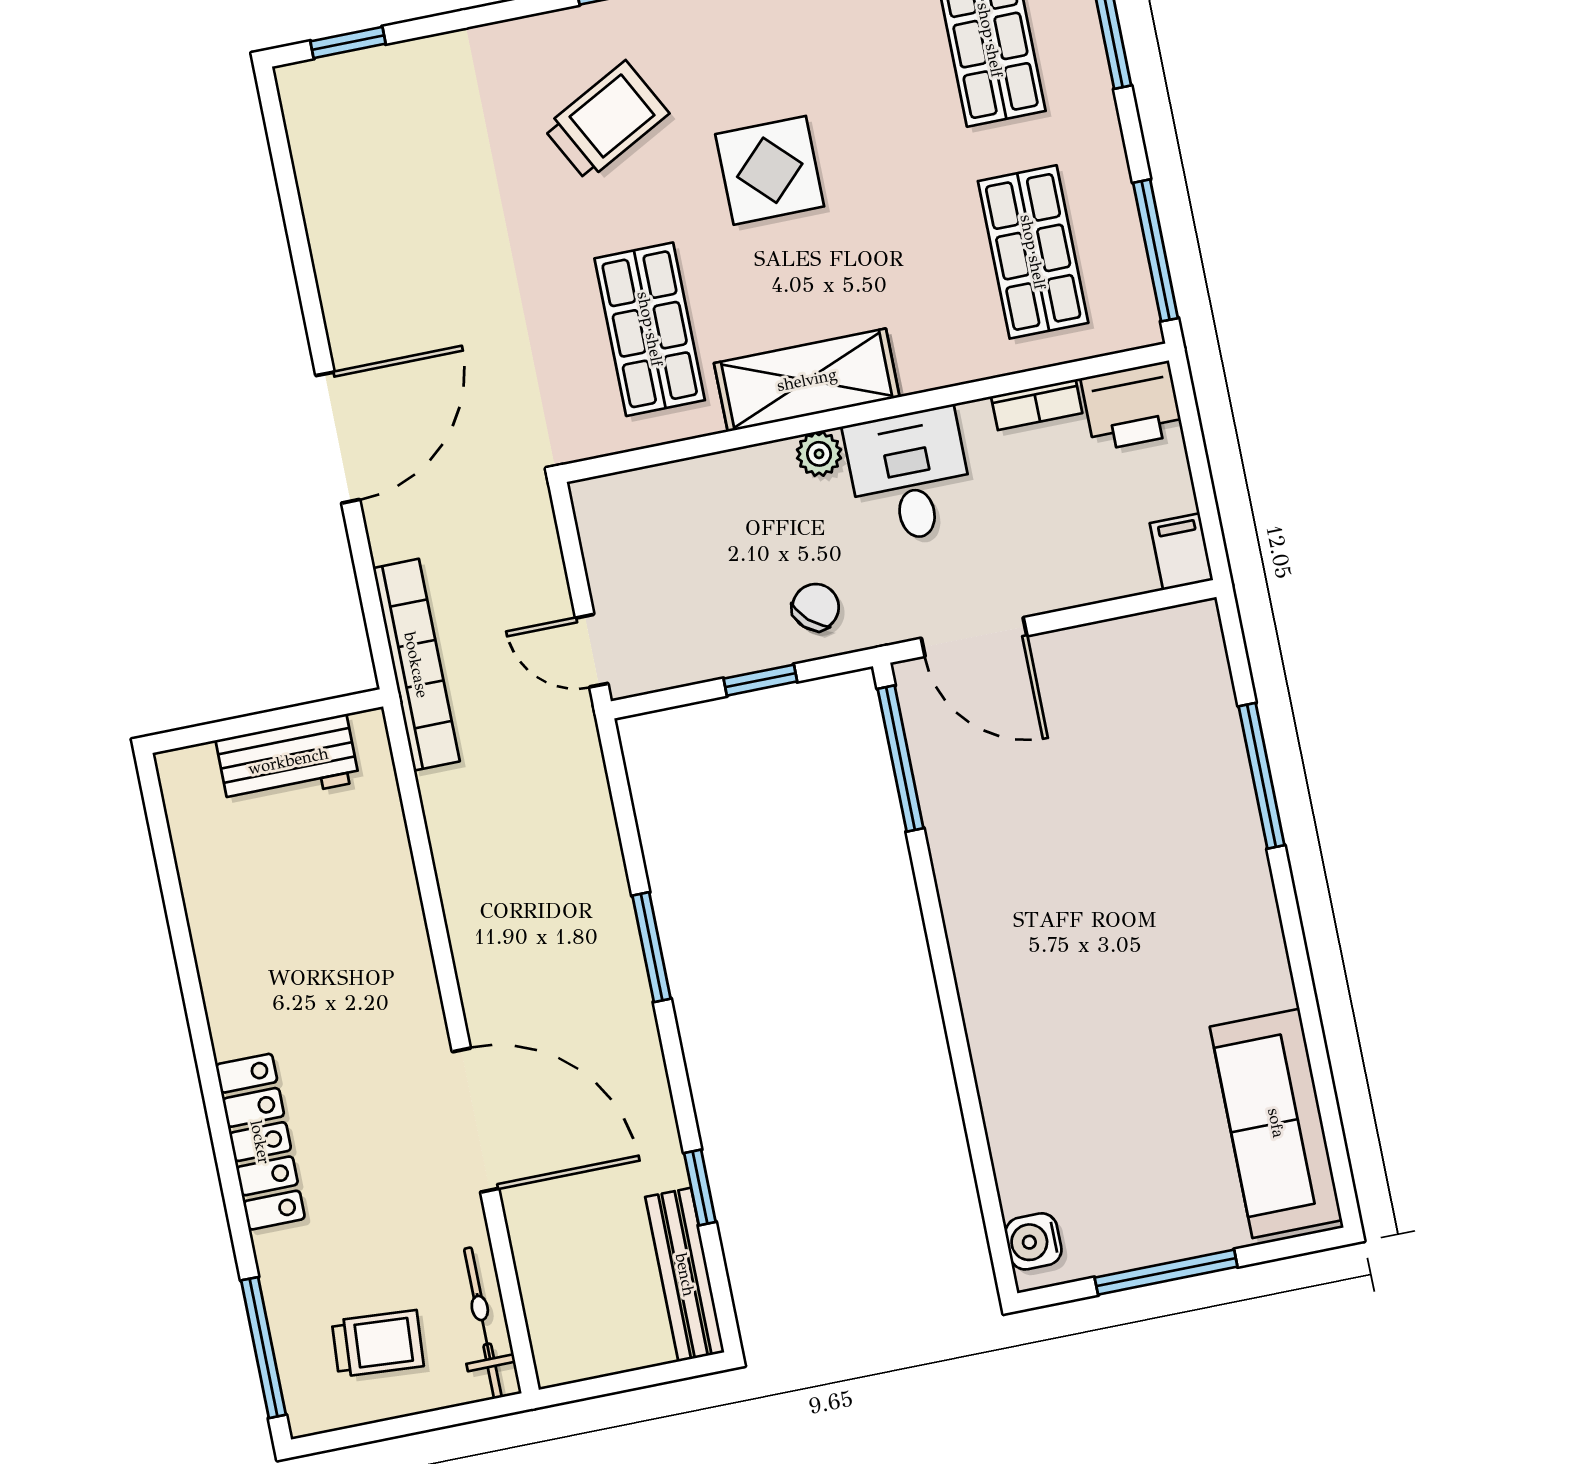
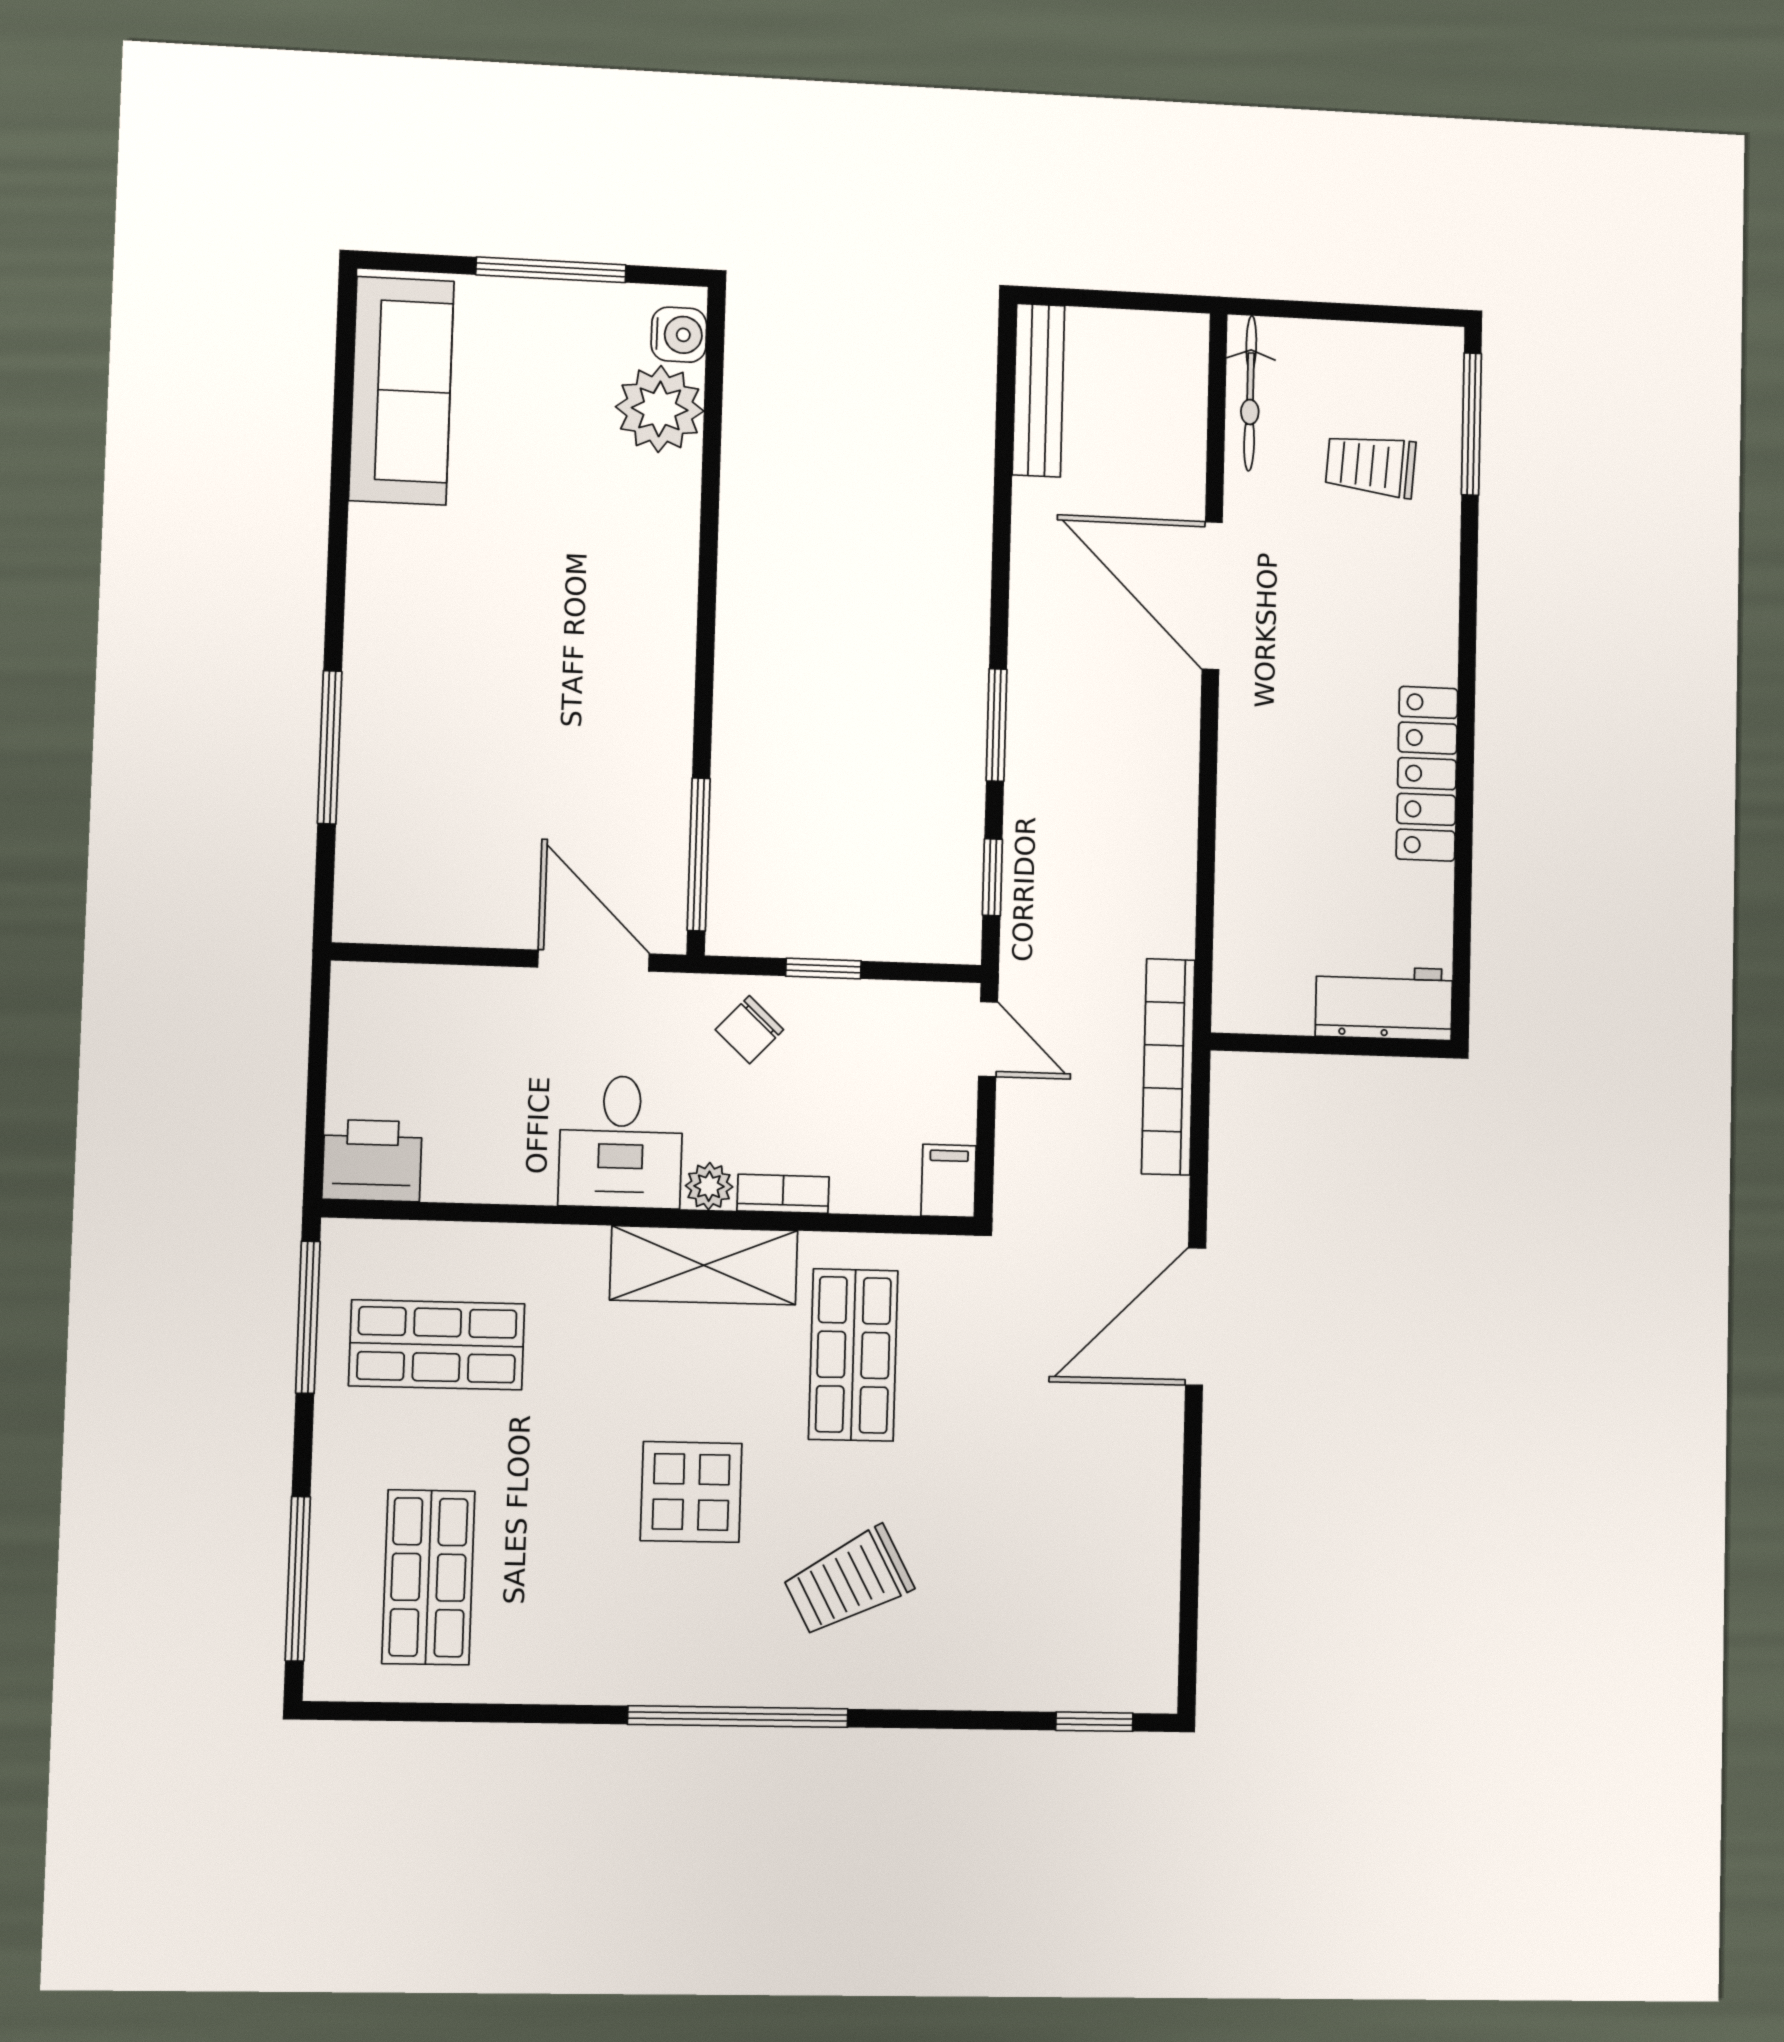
shop shelf: (1033, 252) -> (437, 1345), turned 90
bookcase: (1037, 405) -> (783, 1194), moved
filing cabinet: (1181, 552) -> (949, 1181), moved, turned 180
workbench: (288, 761) -> (1384, 1003), moved
locker: (260, 1142) -> (1427, 774), moved
plant: (1035, 1167) -> (660, 409), added
window: (700, 1187) -> (992, 877), moved
trolley: (378, 1343) -> (1371, 465), moved

